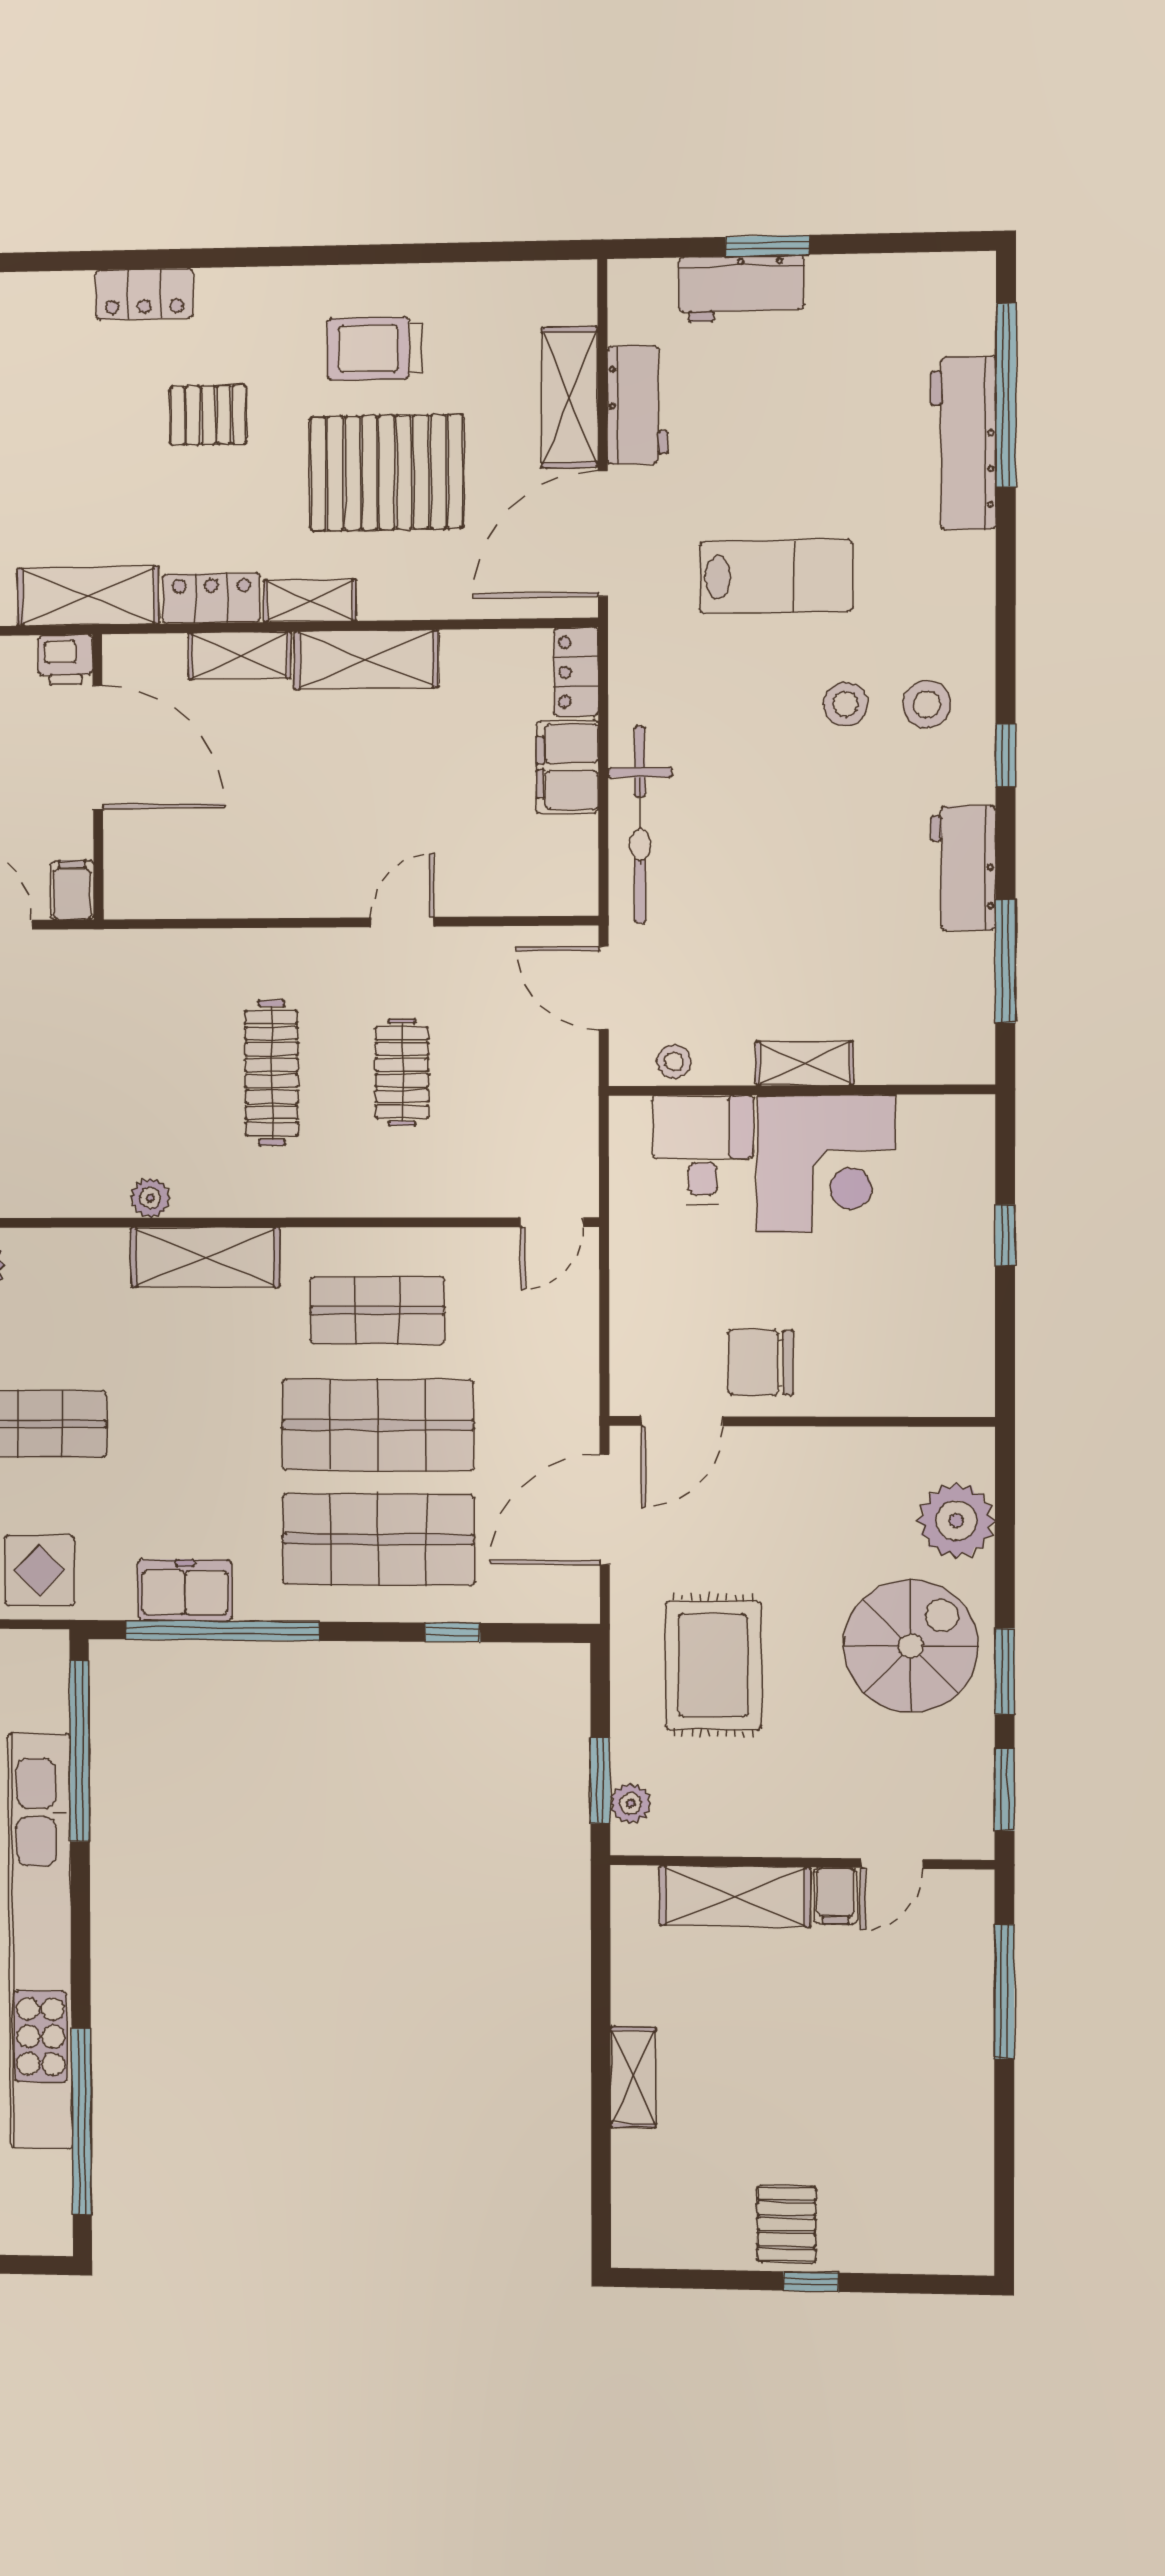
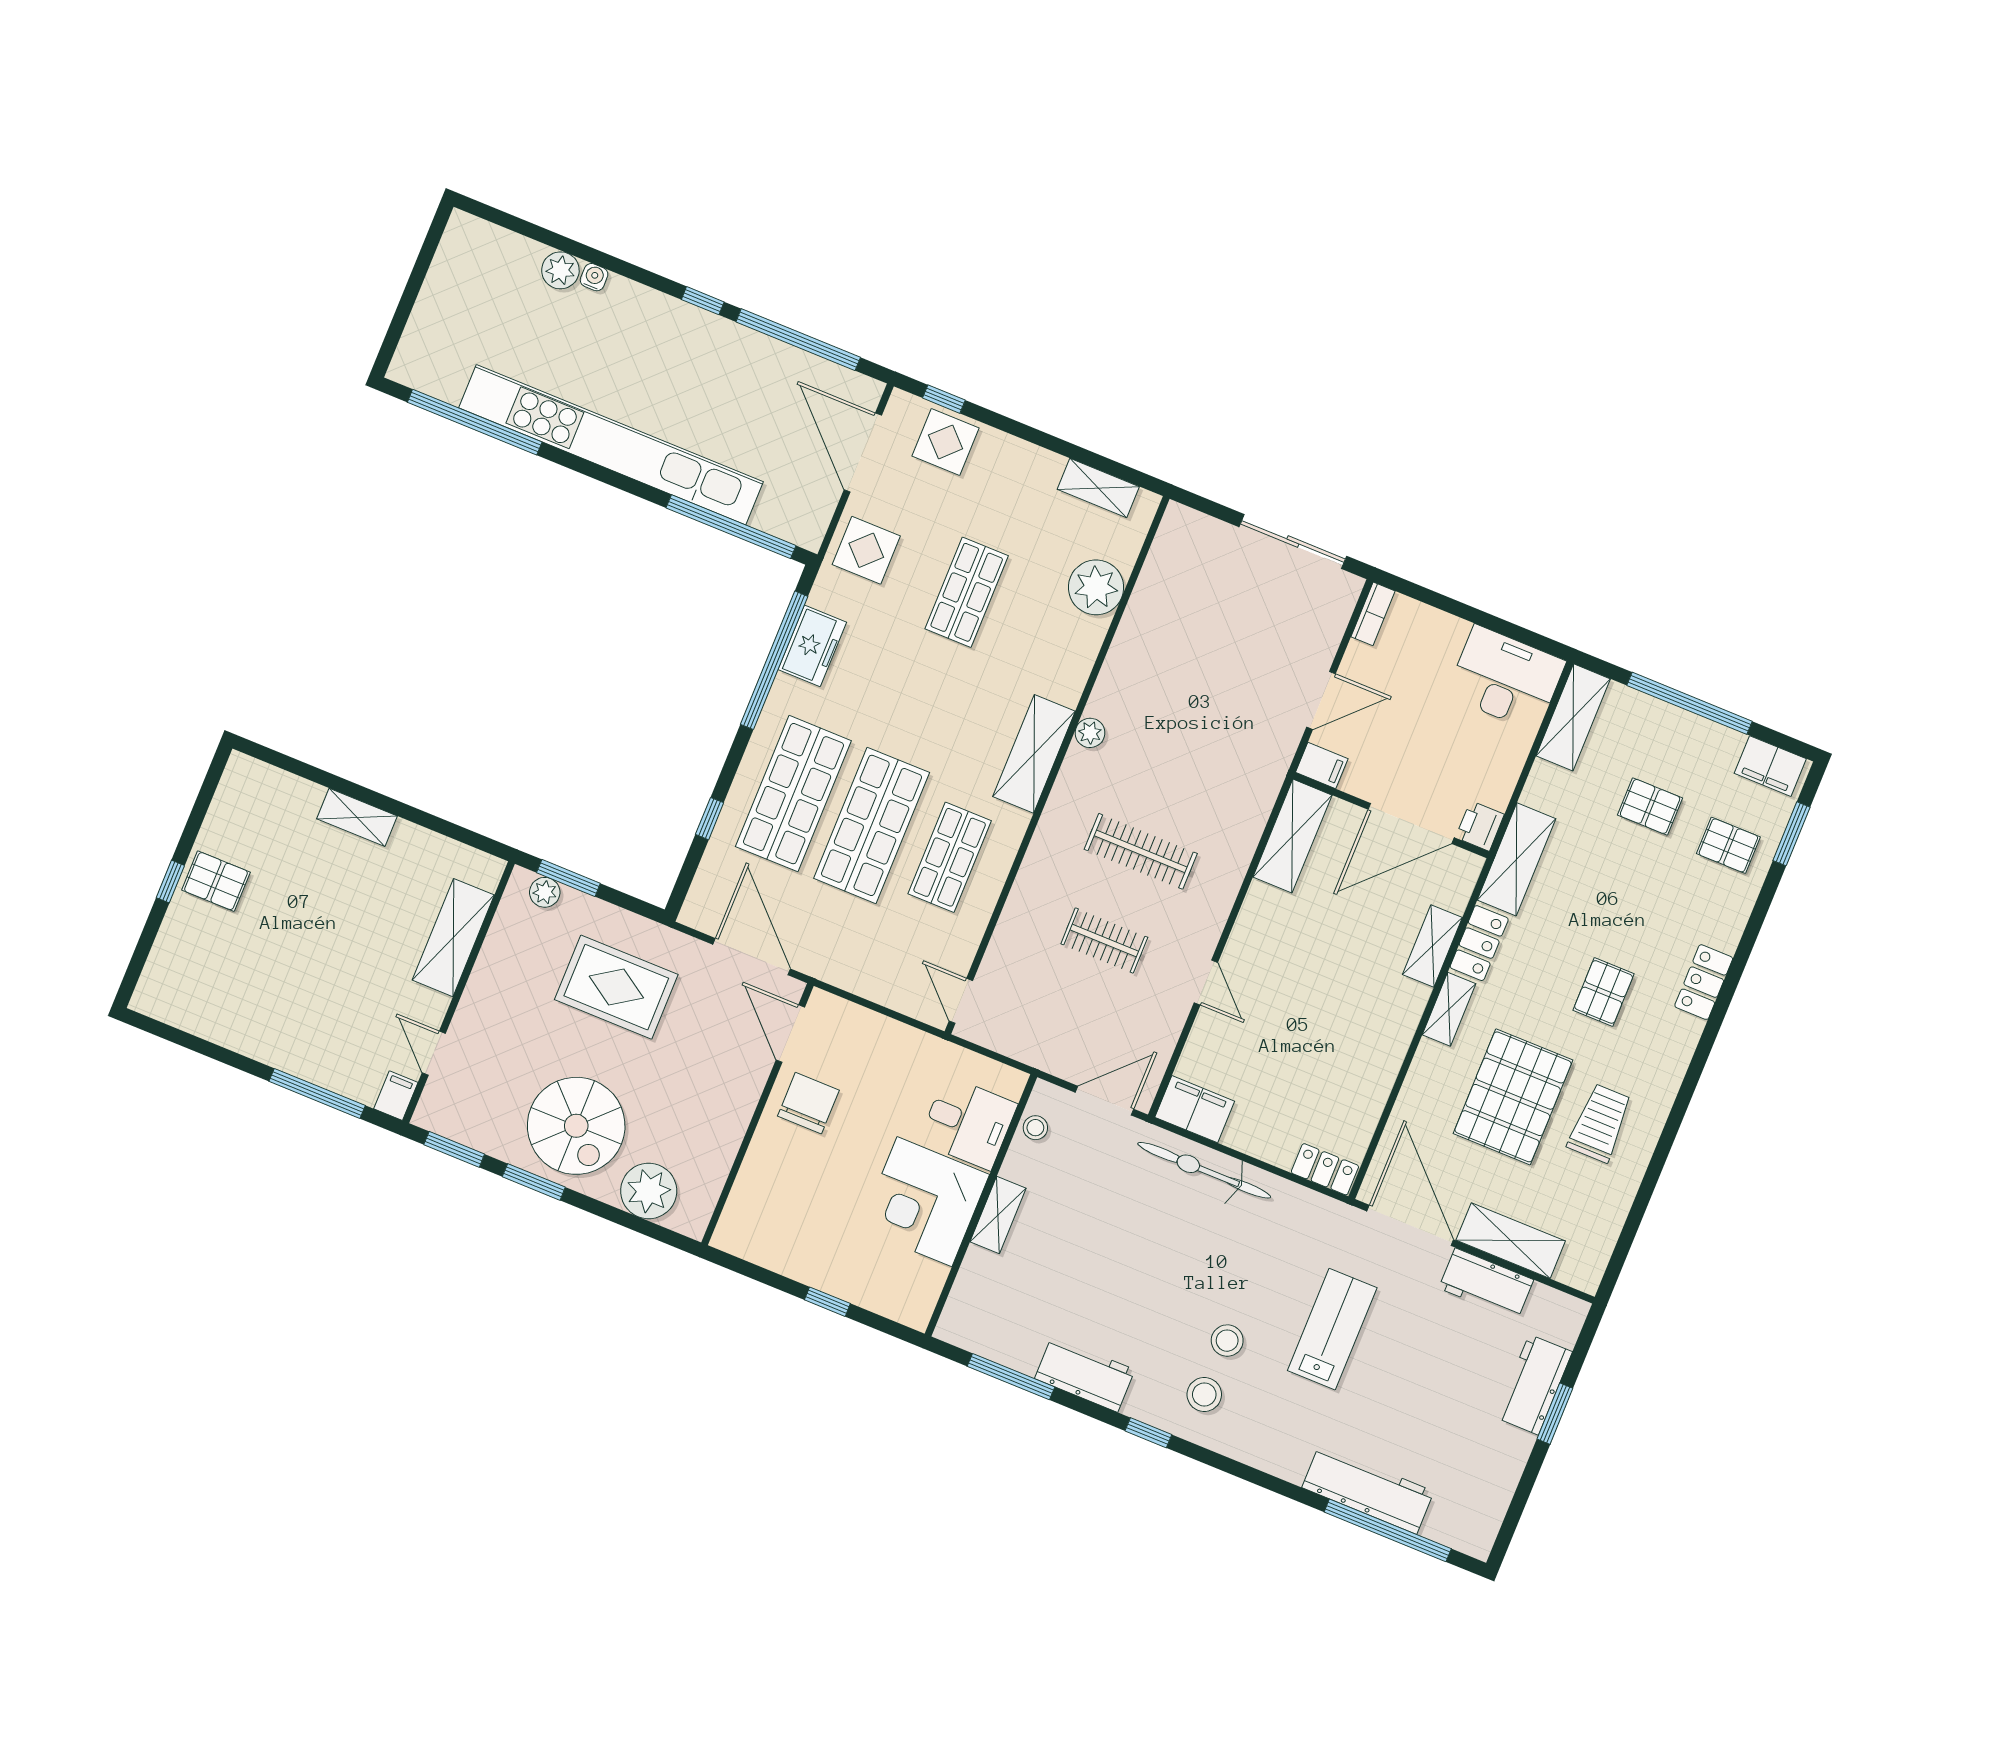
lab bench: (776, 576) -> (1332, 1329), turned 180
shelving: (366, 660) -> (1292, 836), moved
filing cabinet: (567, 767) -> (1195, 1109), moved
filing cabinet: (836, 1896) -> (396, 1096), moved, turned 90

